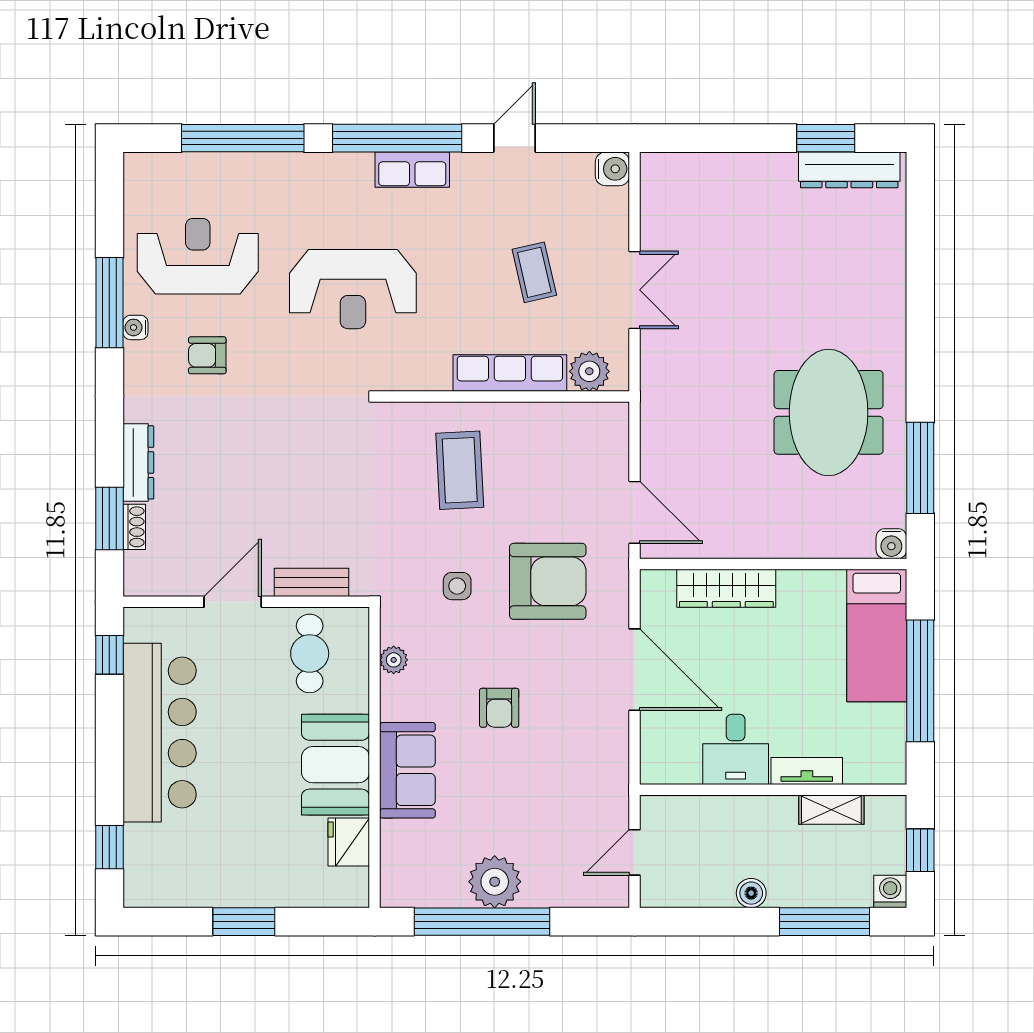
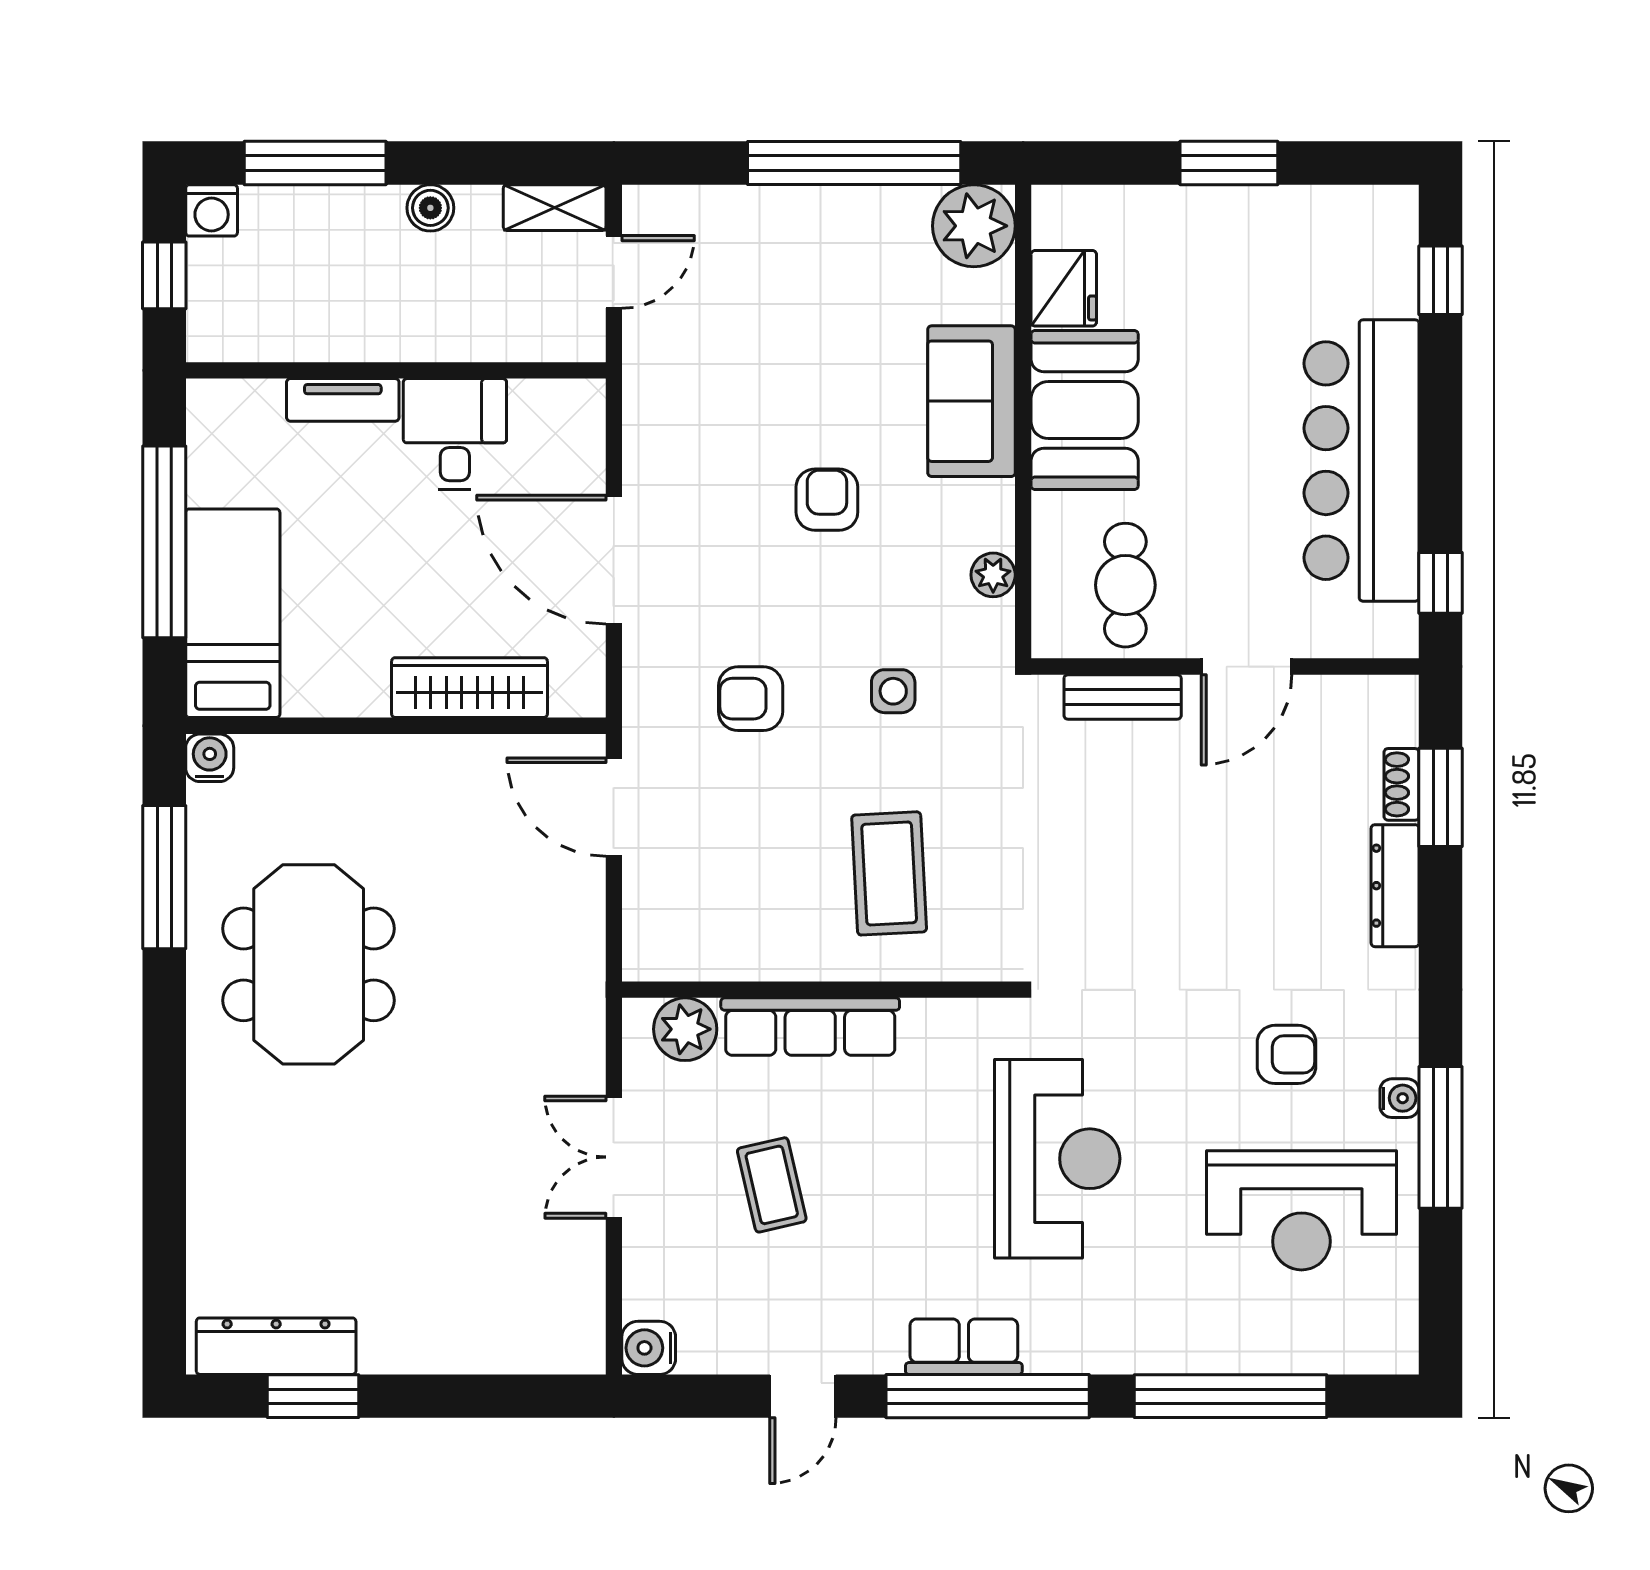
reception desk: (353, 289) -> (1057, 1159), turned 90
armchair: (548, 581) -> (751, 699), width x0.53, depth x0.53
shelving: (831, 810) -> (555, 208), moved
plant: (495, 882) -> (974, 226), moved

